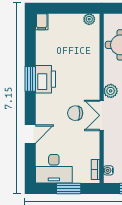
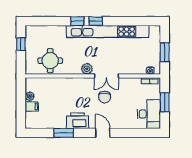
plant: (89, 19) -> (30, 96), moved
filing cabinet: (42, 22) -> (32, 106), moved
window: (30, 79) -> (64, 133), moved
door: (30, 134) -> (103, 133), moved

